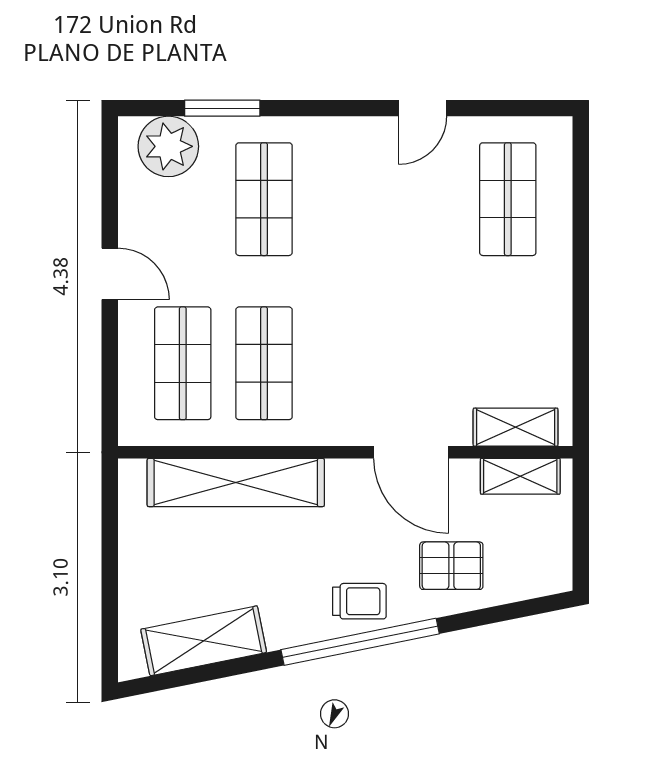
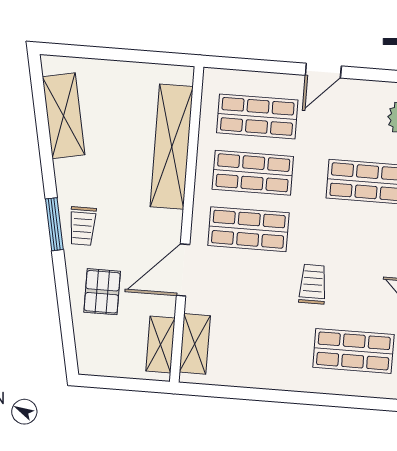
trolley: (417, 265) -> (313, 284), added
shop shelf: (345, 363) -> (248, 229), added
window: (360, 642) -> (54, 224), width x0.47

